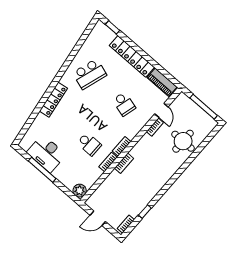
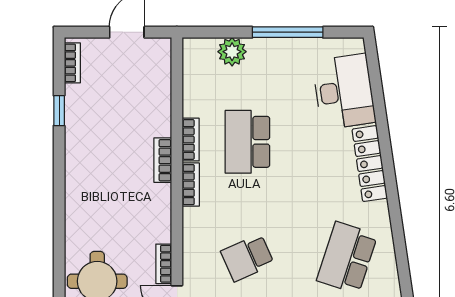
school desk: (124, 104) -> (247, 258), turned -39
school desk: (89, 144) -> (247, 142), width x1.85
desk: (46, 154) -> (344, 92), moved, turned 82
plant: (80, 191) -> (232, 52), moved

